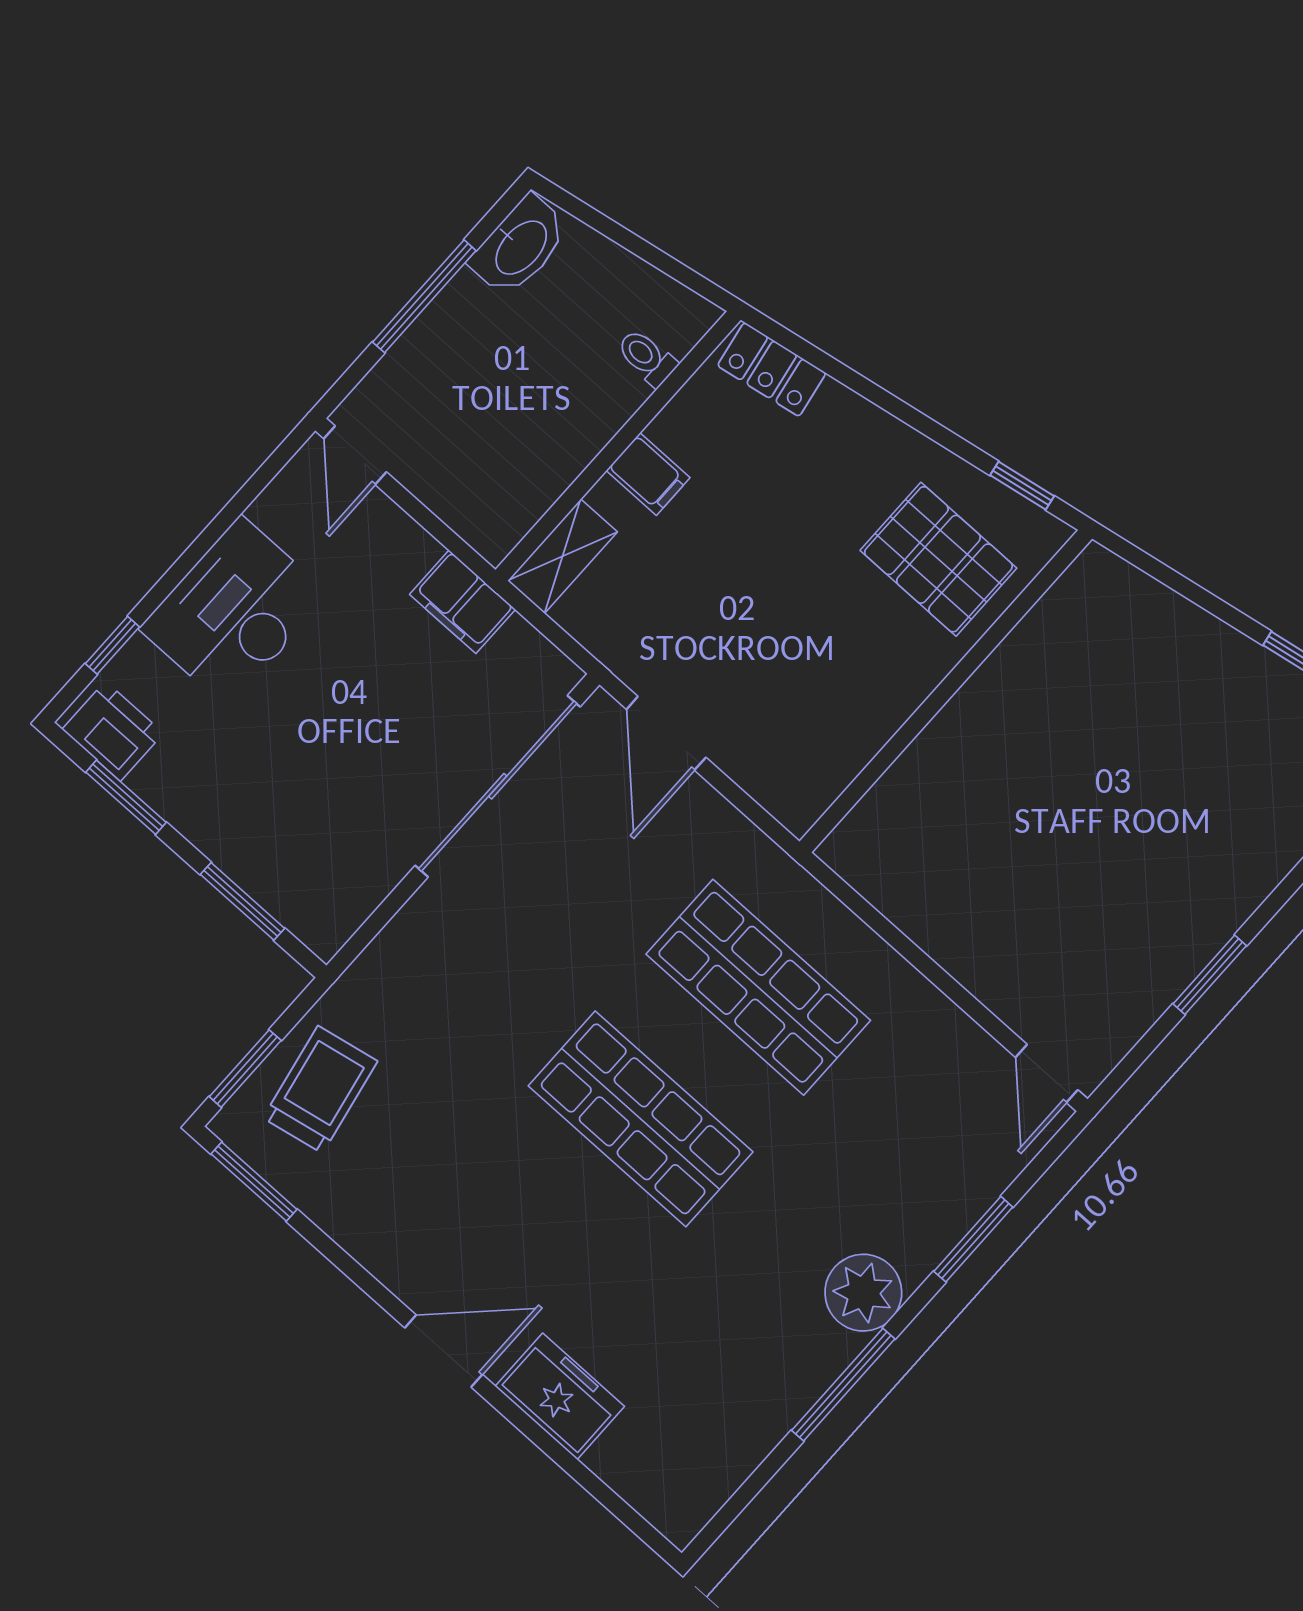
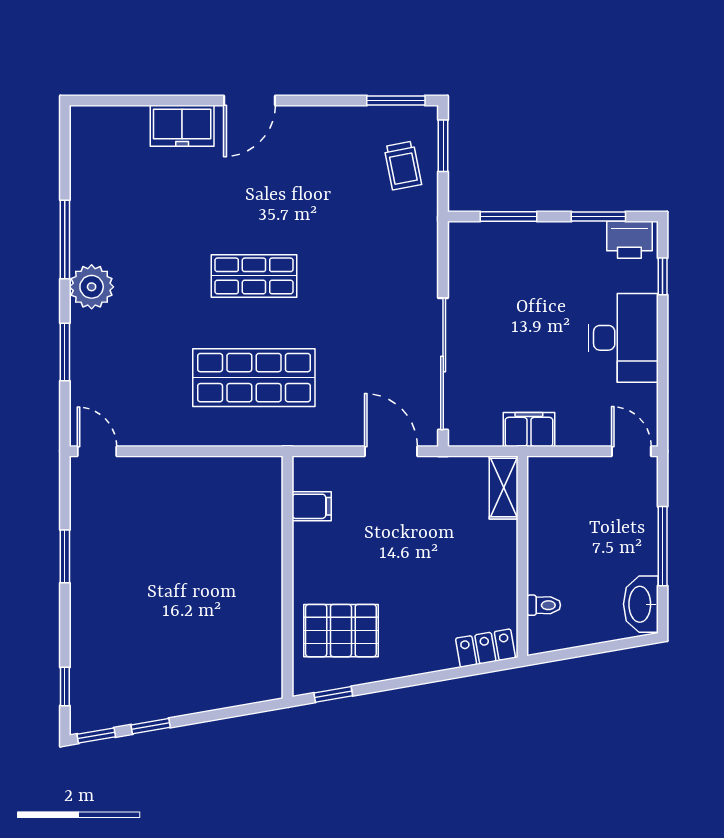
filing cabinet: (648, 474) -> (312, 506), moved, turned 180
trolley: (320, 1089) -> (403, 166), width x0.73, depth x0.72
shop shelf: (641, 1119) -> (254, 276), width x0.70, depth x0.74

